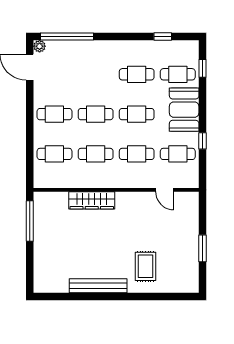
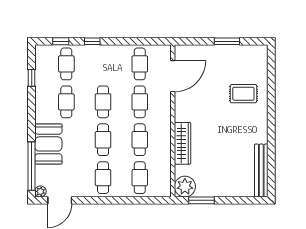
booth: (184, 110) -> (48, 144), moved, turned 90
window: (202, 141) -> (92, 41), moved
door: (165, 190) -> (173, 76), width x1.88
plant: (45, 203) -> (185, 187), added
window: (30, 221) -> (202, 200), width x0.69
bench: (98, 286) -> (261, 170), moved

